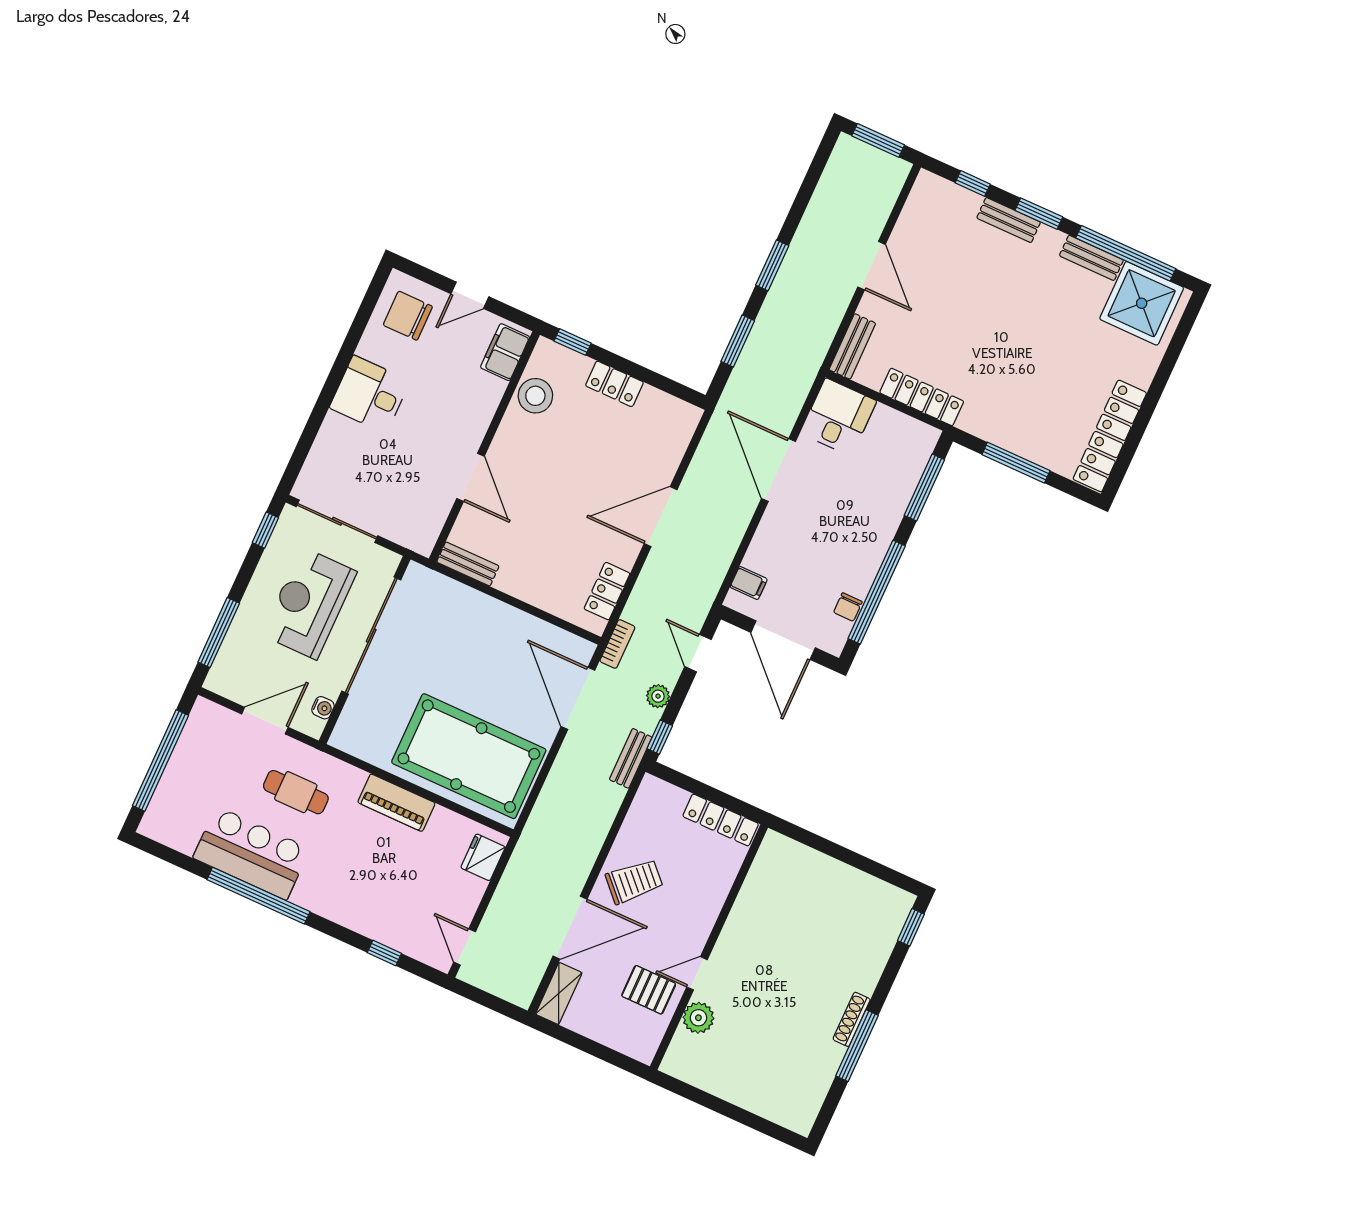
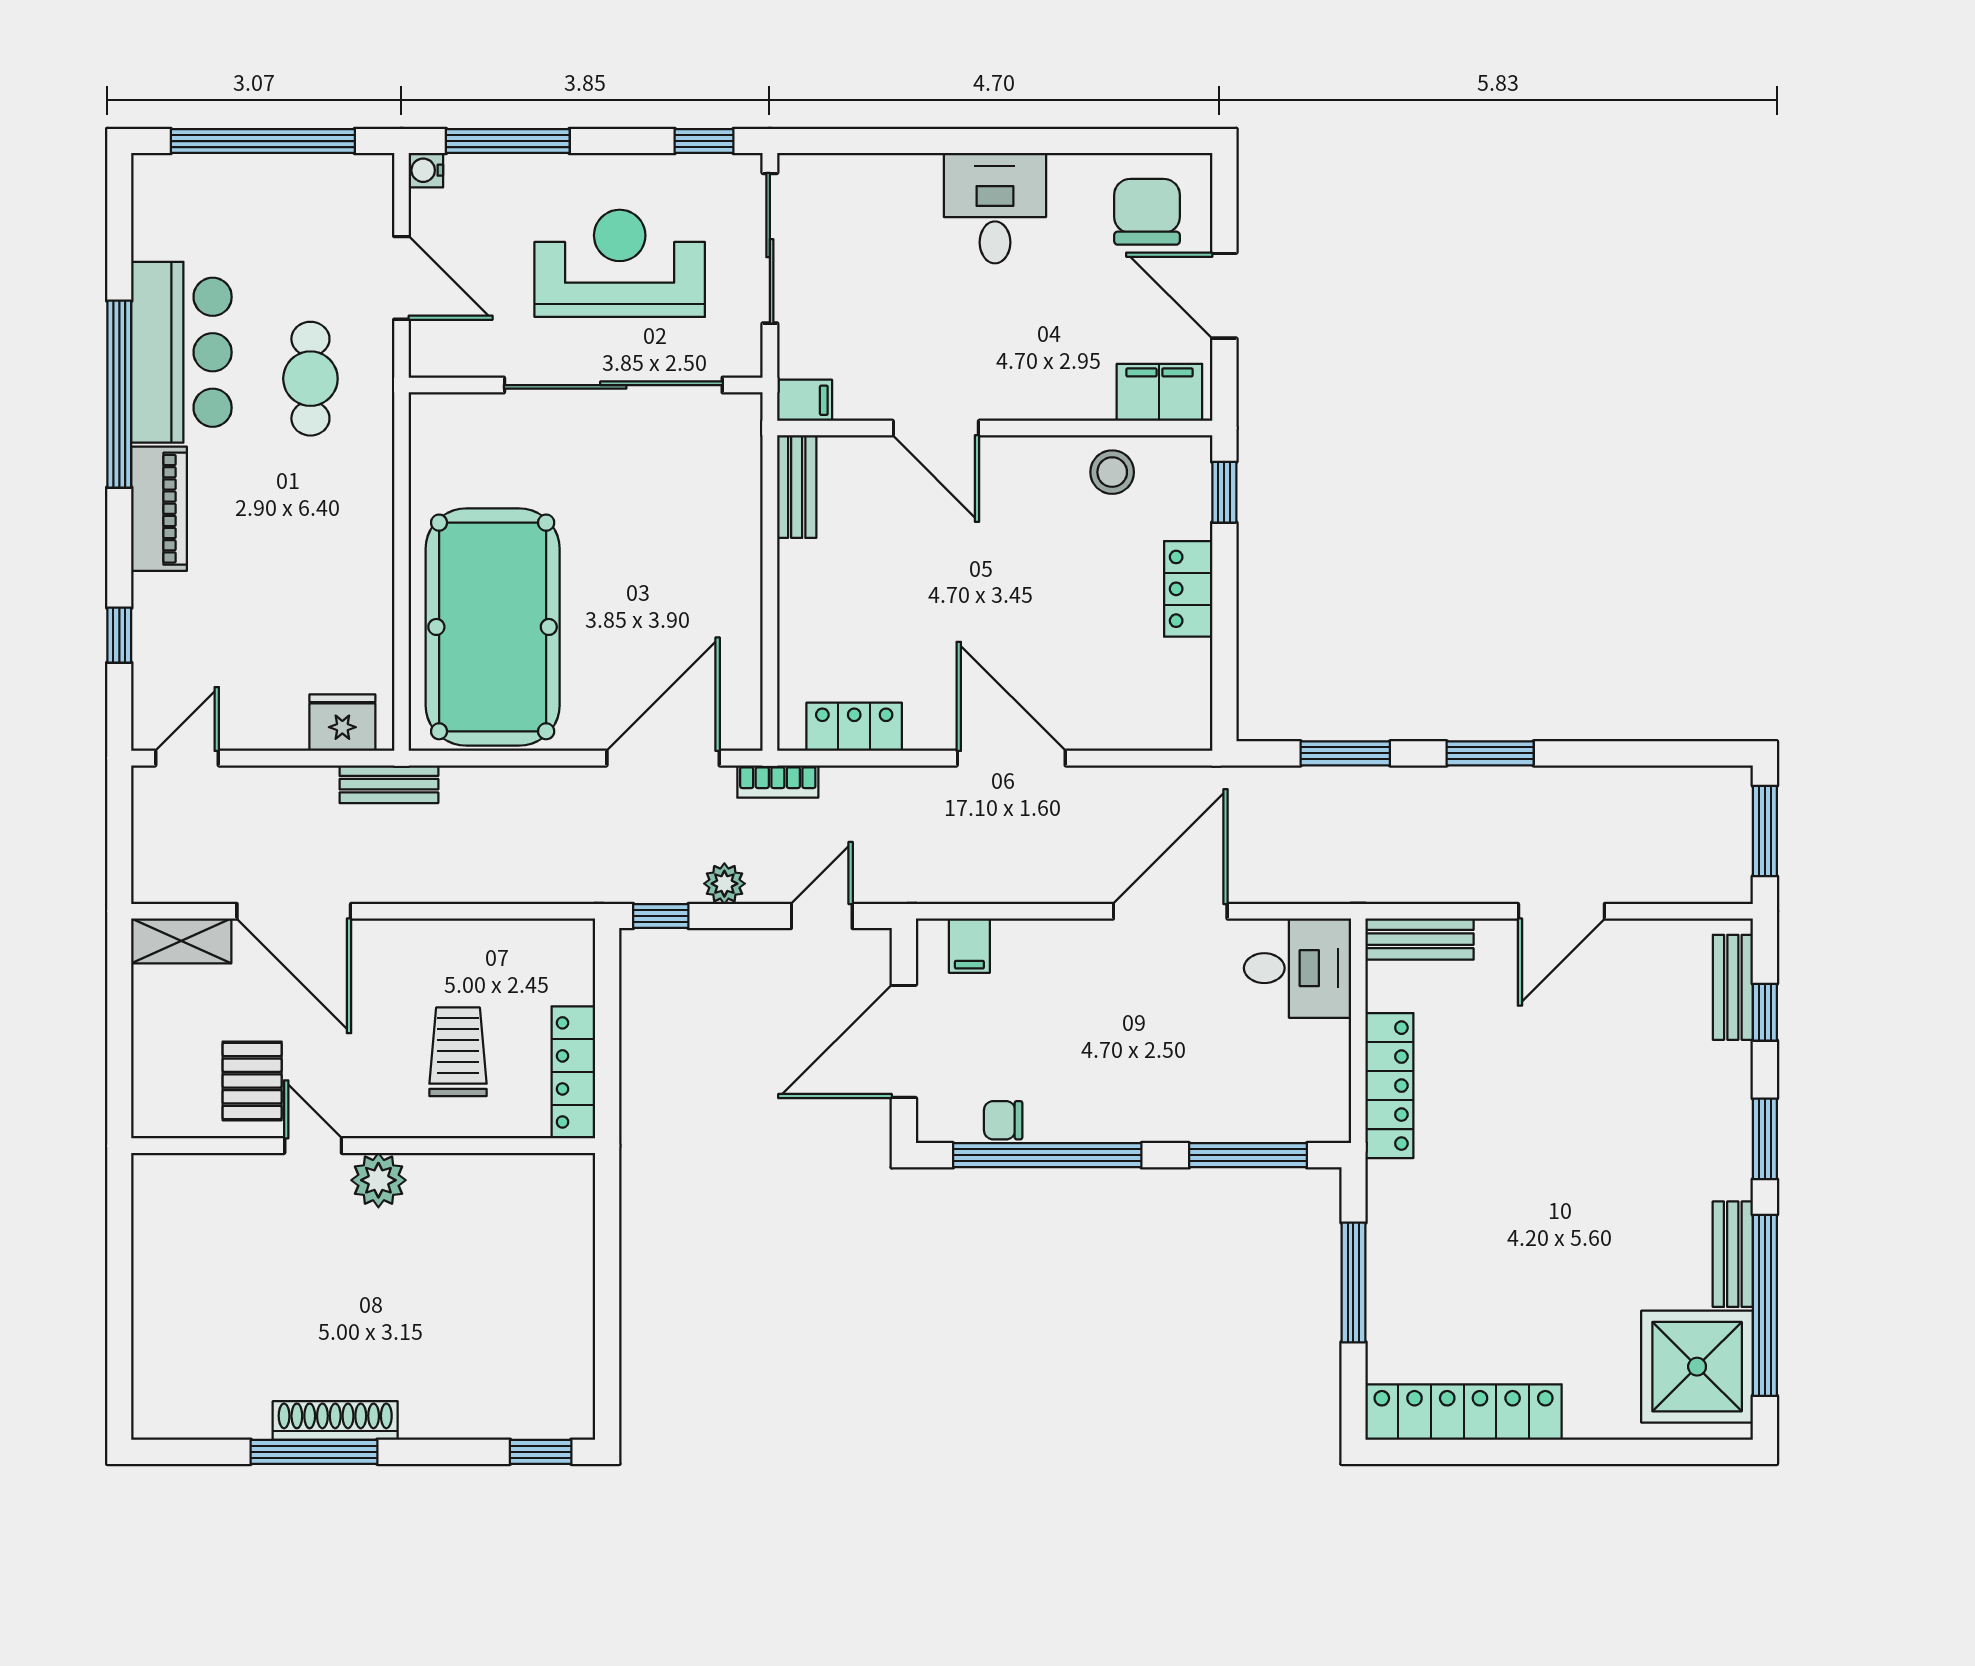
bench: (1009, 220) -> (1733, 987), moved
door: (470, 295) -> (1224, 296), width x1.38
stool: (535, 396) -> (1112, 472), width x0.73, depth x0.73
door: (470, 477) -> (936, 428), hinge flipped
filing cabinet: (425, 539) -> (805, 400), added
water cooler: (323, 708) -> (426, 170), moved, turned 90
bench: (631, 758) -> (389, 784), moved
piano: (396, 803) -> (159, 509), moved, turned 180
trolley: (634, 881) -> (458, 1052), moved, turned -136
plant: (698, 1018) -> (378, 1180), moved
shoe rack: (852, 1019) -> (335, 1421), width x1.36, depth x1.24

